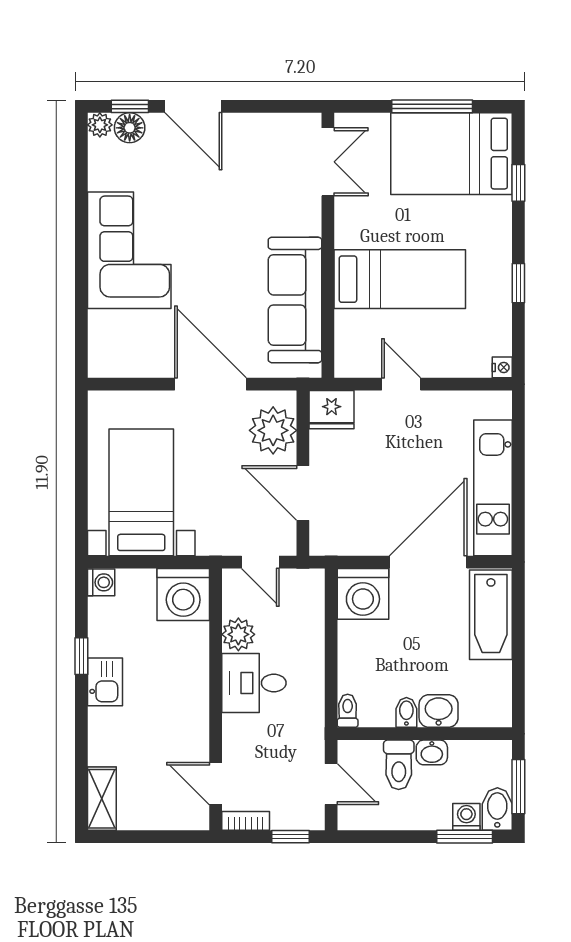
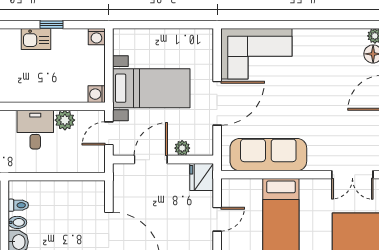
corner sofa: (129, 250) -> (256, 54), moved
plant: (273, 430) -> (182, 148), width x0.53, depth x0.53
bed with nightstands: (141, 492) -> (151, 88), moved
washing machine: (183, 594) -> (97, 94), width x0.53, depth x0.53
washing machine: (363, 594) -> (89, 196), removed
toilet: (348, 711) -> (18, 205), moved

